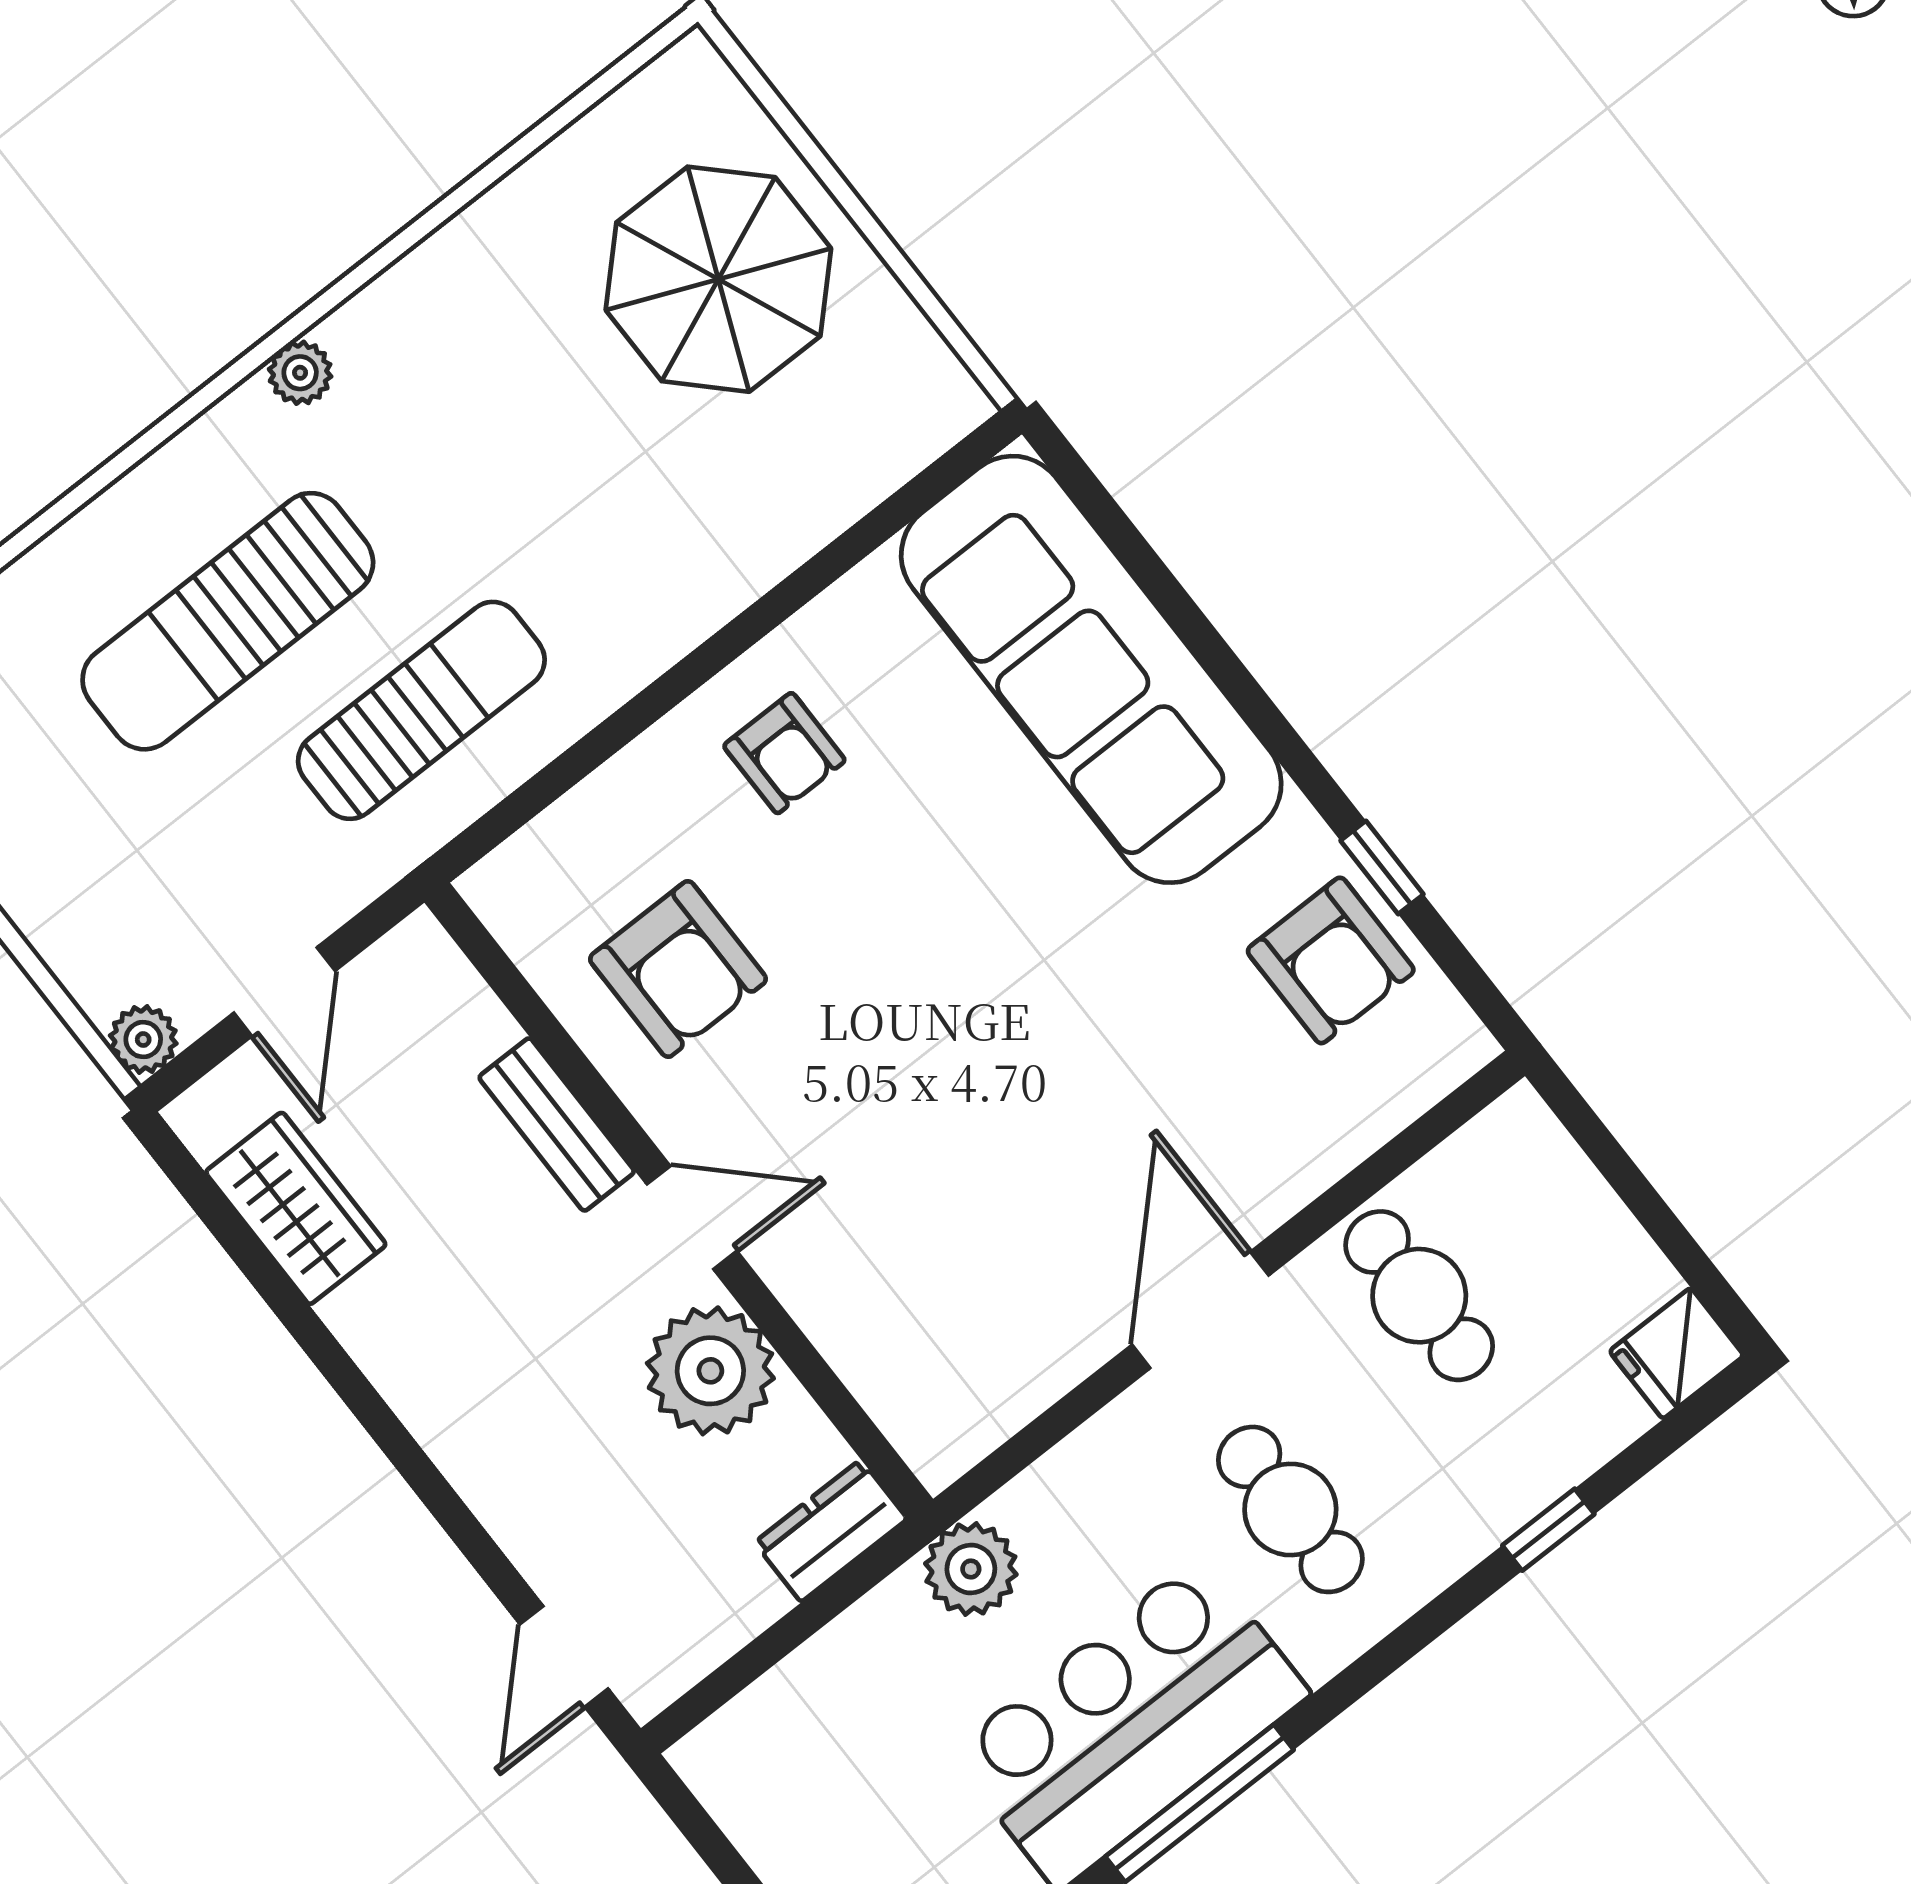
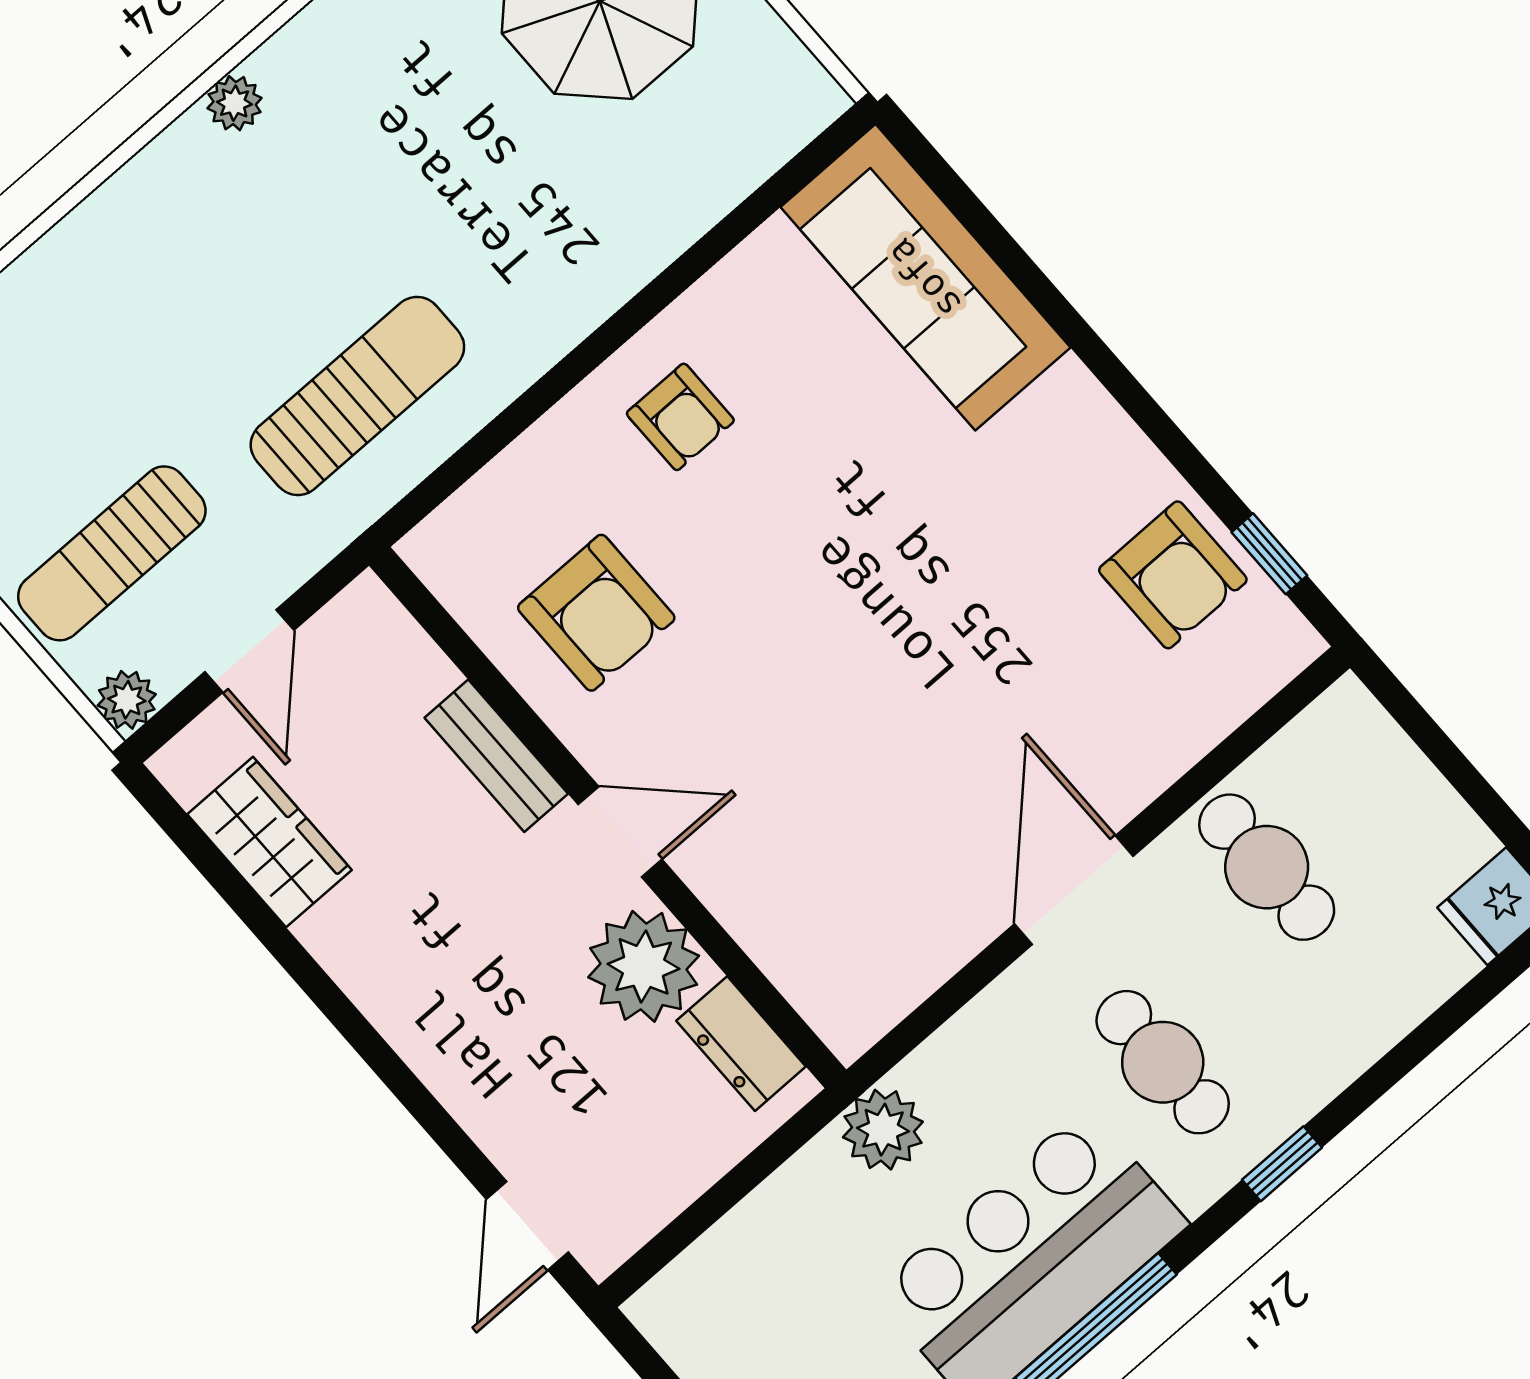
sun lounger: (228, 621) -> (112, 553), moved, width x0.73, depth x0.75
sofa: (1091, 669) -> (925, 277), width x0.74, depth x0.79
window: (1382, 867) -> (1269, 554), moved
window: (1548, 1530) -> (1282, 1164), moved
dresser: (831, 1531) -> (741, 1044), moved, turned -90

